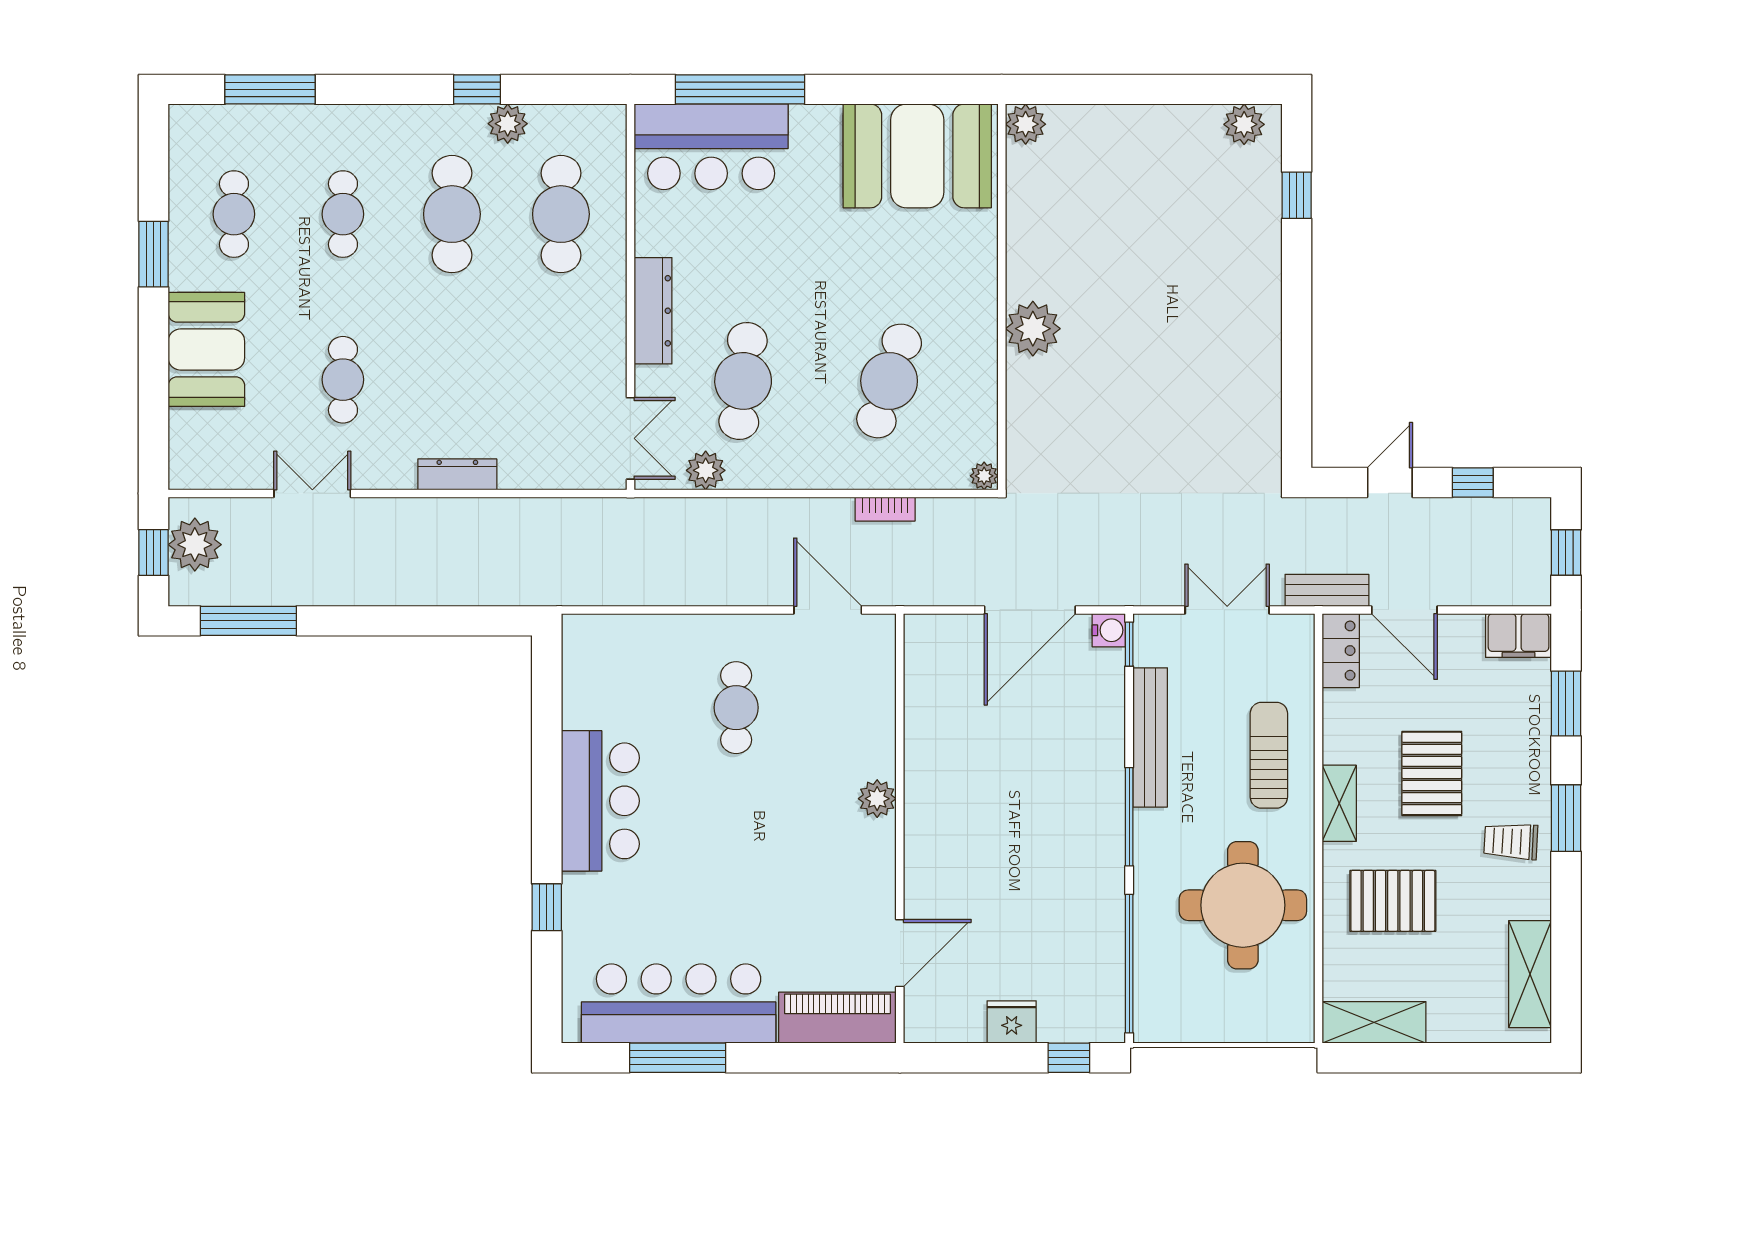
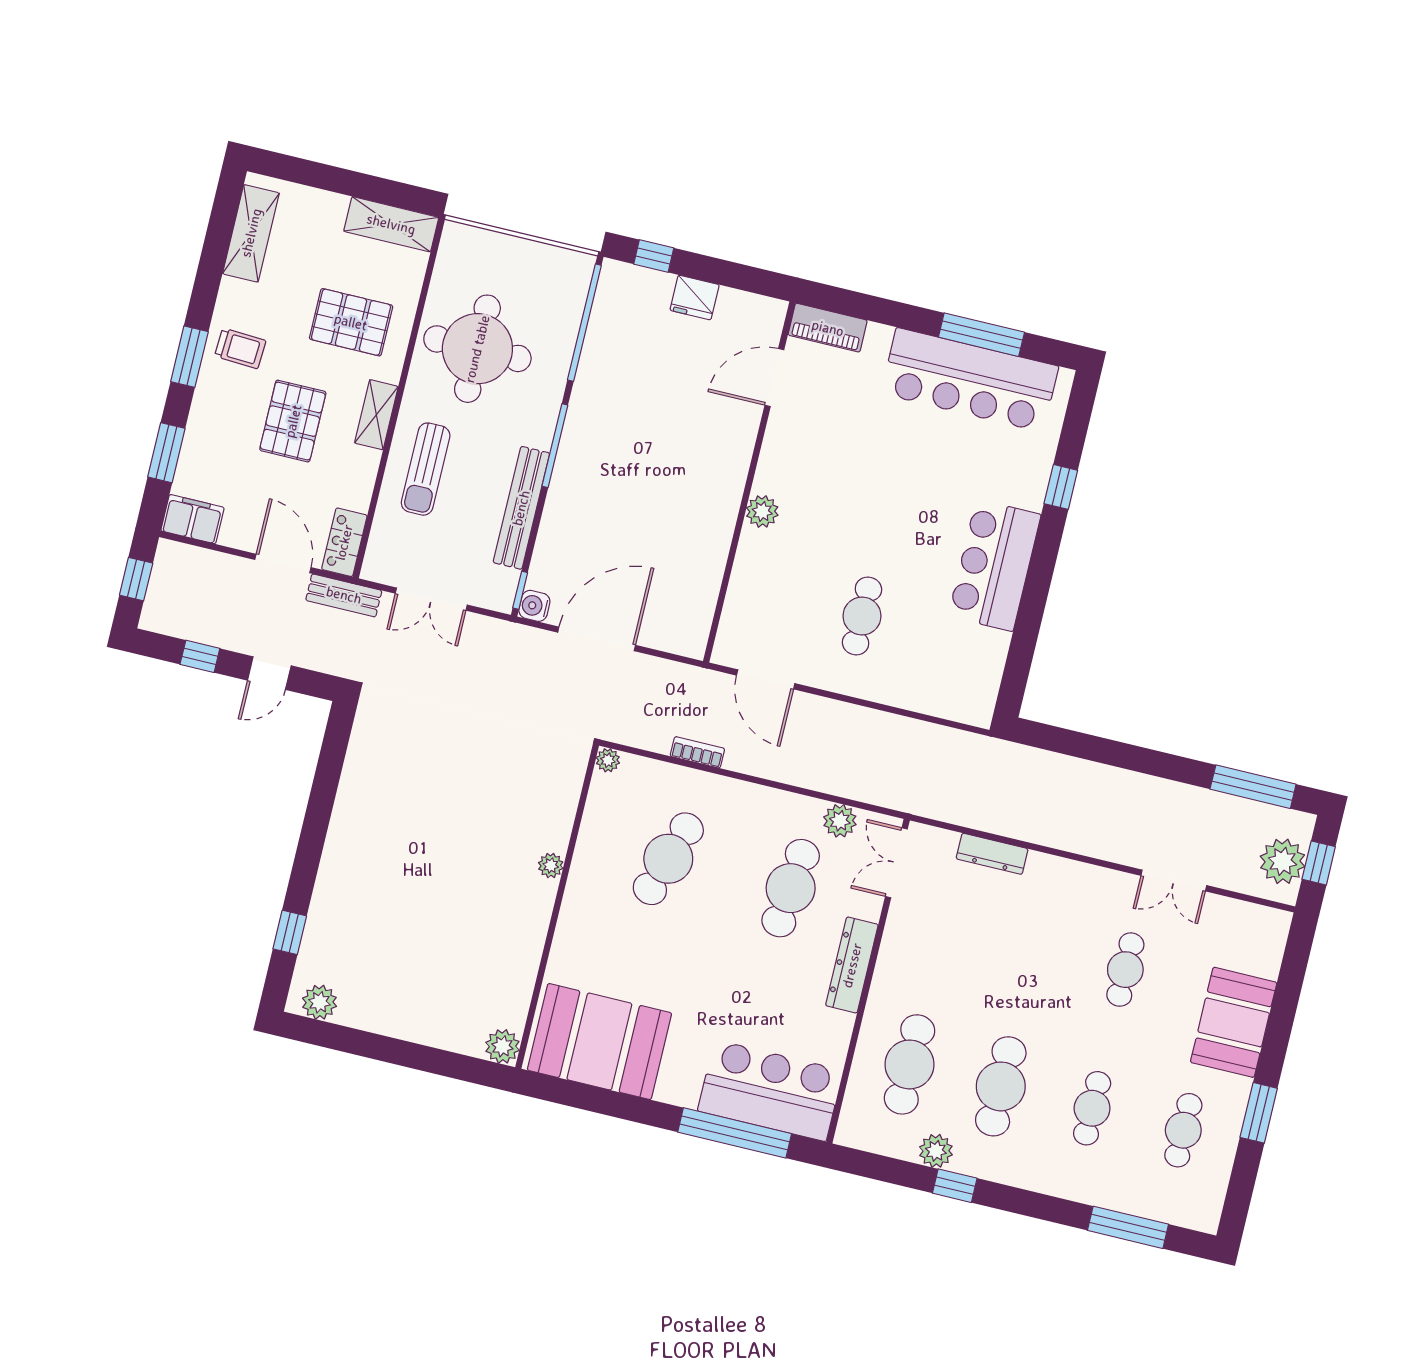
plant: (1033, 329) -> (551, 866), width x0.53, depth x0.53
dresser: (457, 474) -> (992, 854), moved
piano: (837, 1018) -> (828, 328), width x0.73, depth x0.75

